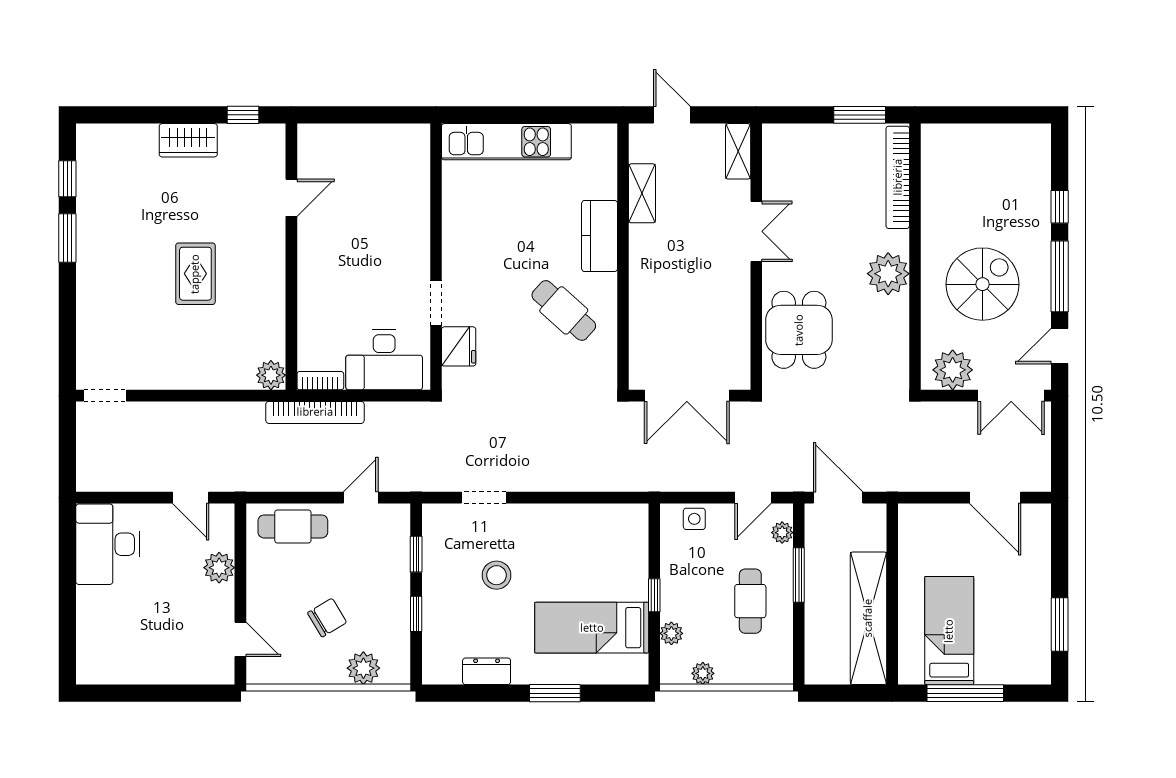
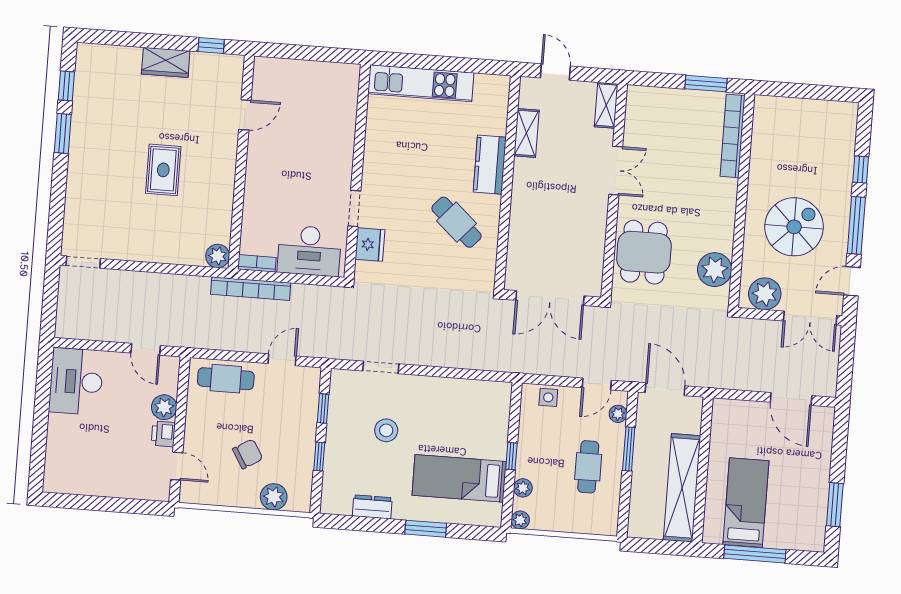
plant: (888, 274) -> (715, 270), moved
printer: (221, 601) -> (163, 434), added
plant: (703, 673) -> (520, 520), moved

